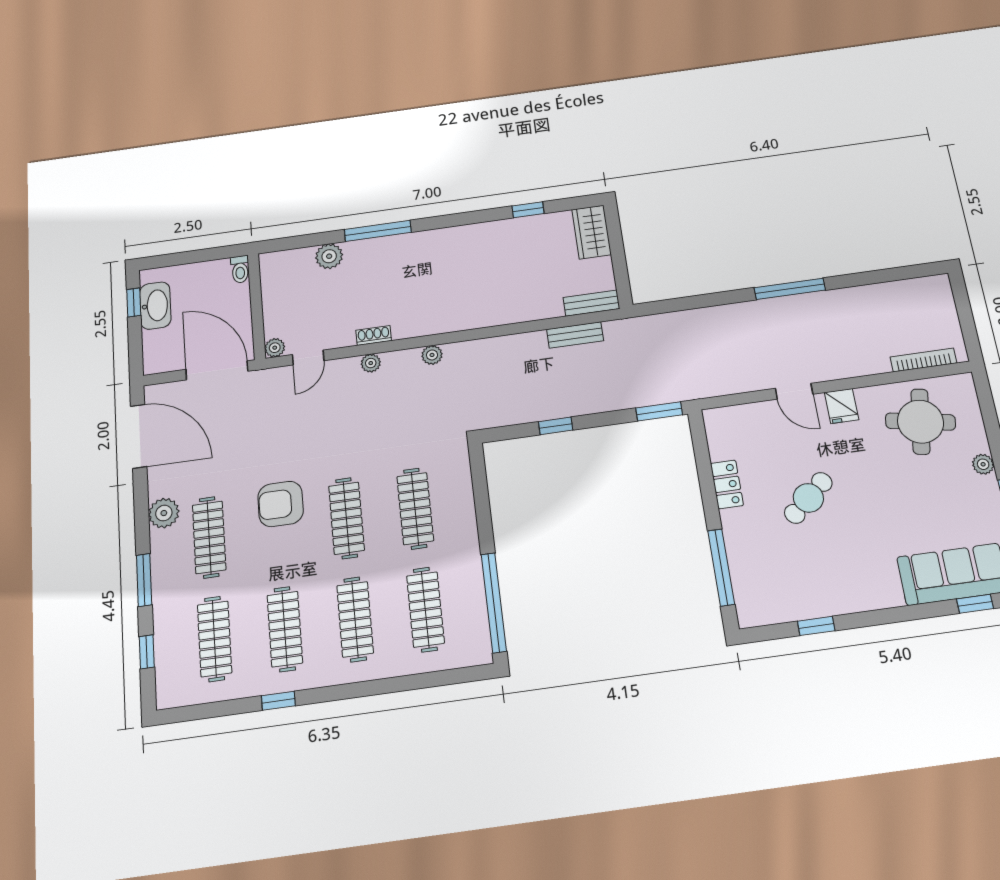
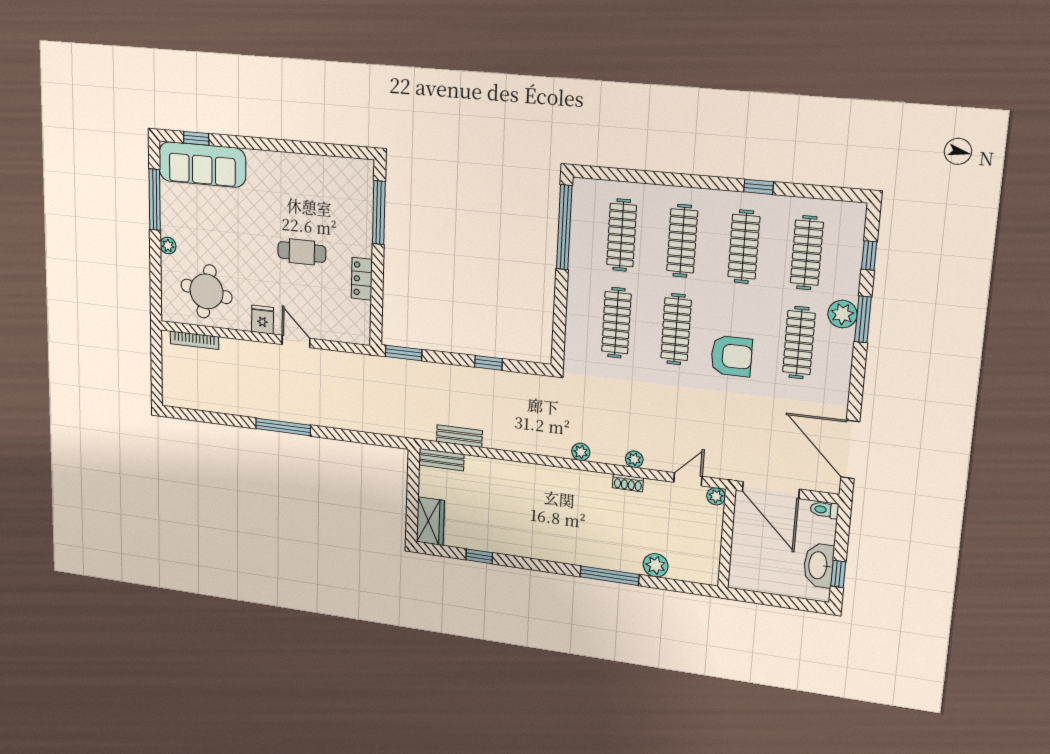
toilet: (240, 269) -> (824, 510), moved, turned -90
cafe table: (808, 498) -> (302, 252), turned 41
plant: (164, 513) -> (842, 314), moved
window: (816, 626) -> (316, 149), removed

